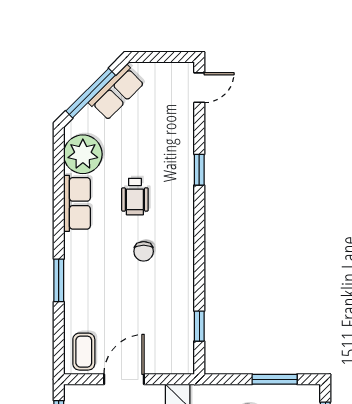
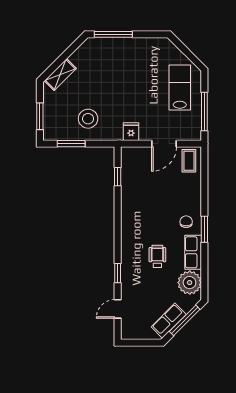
door: (199, 88) -> (118, 309), moved
chair: (144, 251) -> (186, 222), moved
window: (59, 280) -> (204, 229), moved

